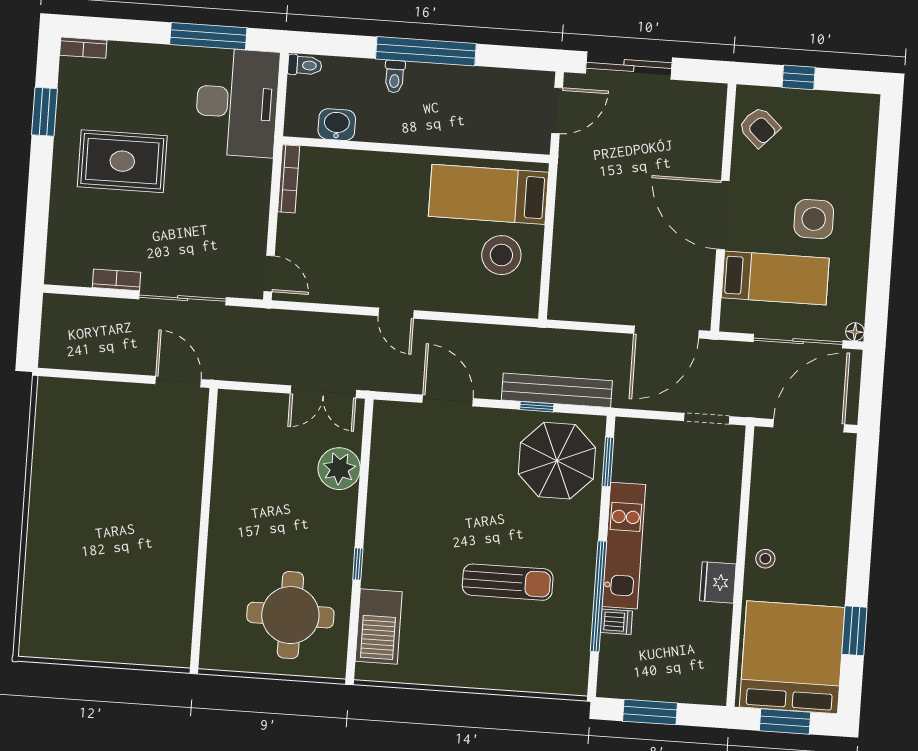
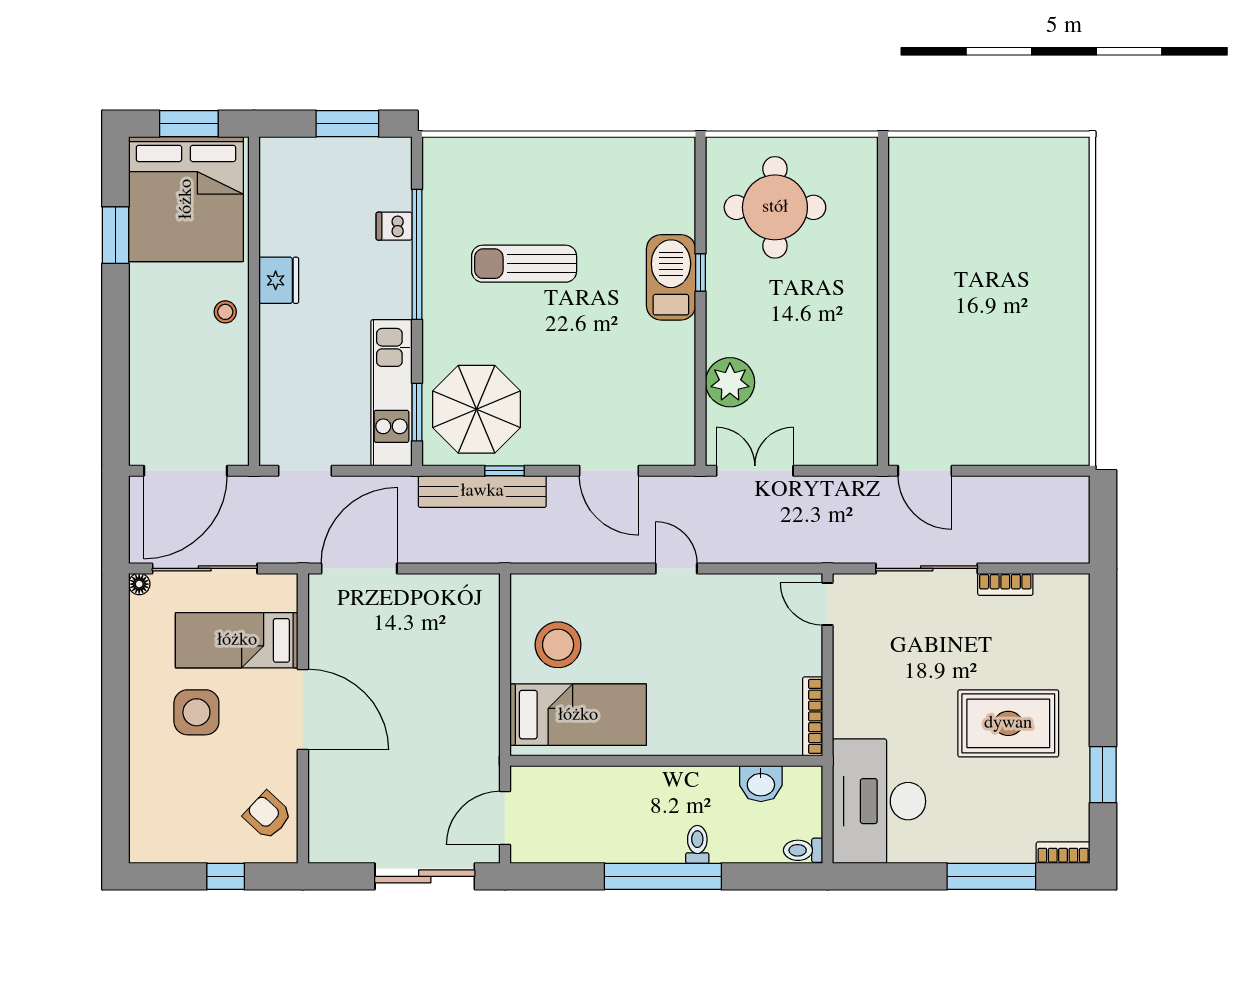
window: (208, 36) -> (991, 876), moved
kitchen unit: (624, 546) -> (391, 393), moved
barbecue: (379, 626) -> (671, 277), moved

